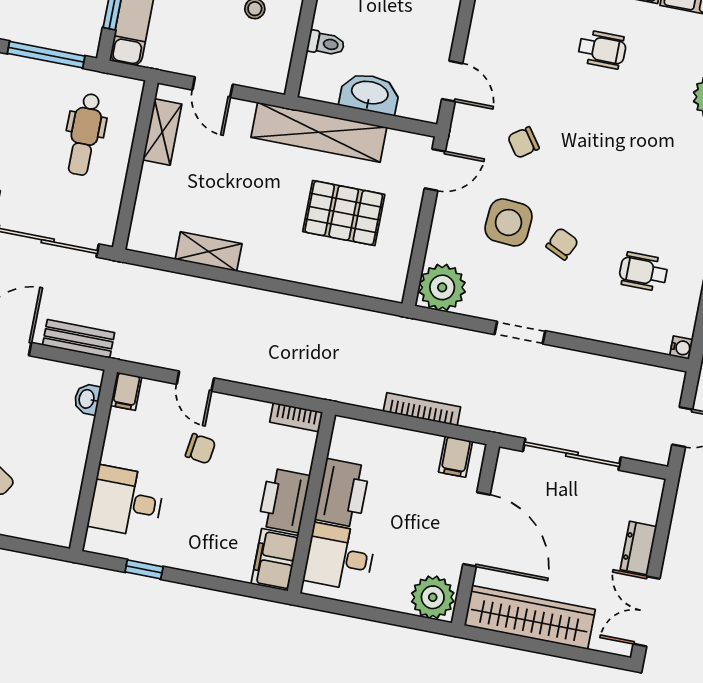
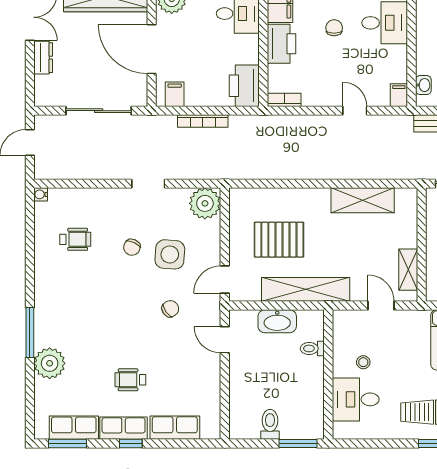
shelving: (209, 252) -> (363, 200), width x1.50, depth x1.33
chair: (200, 449) -> (334, 28), moved, turned 82
printer: (342, 493) -> (244, 86), moved

